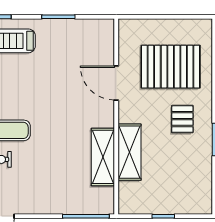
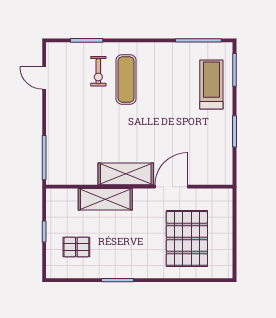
pallet: (182, 119) -> (76, 247), moved
shelving: (103, 157) -> (126, 174), moved

